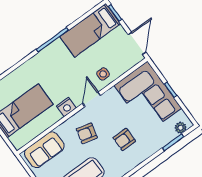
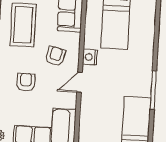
side table: (103, 74) -> (92, 108), removed
door: (92, 99) -> (80, 82), swing flipped

